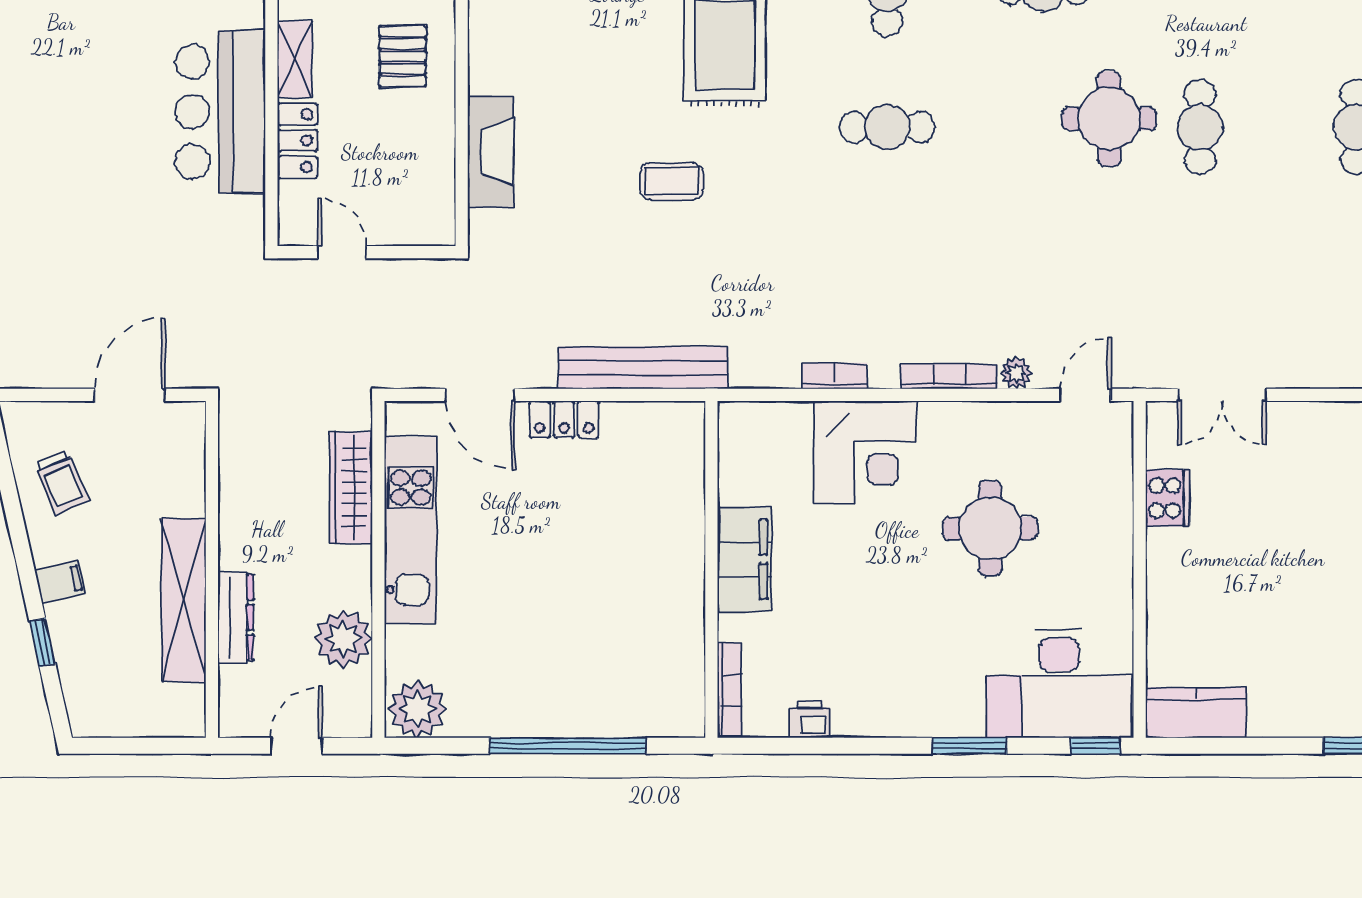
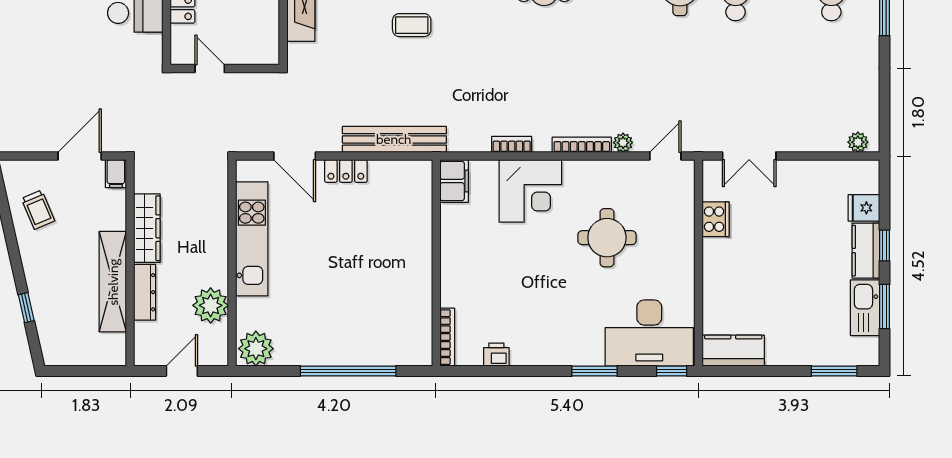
wardrobe: (351, 487) -> (147, 228), moved, turned 180
filing cabinet: (744, 559) -> (454, 181), moved, width x0.67, depth x0.86
filing cabinet: (60, 582) -> (116, 174), moved, turned 103

